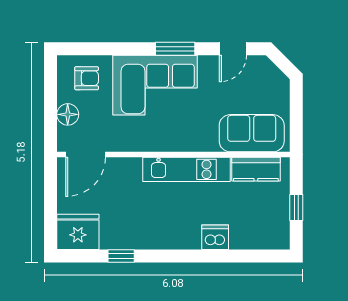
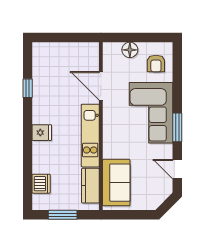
door: (86, 155) -> (101, 86), moved
window: (296, 208) -> (63, 215), width x1.50
fridge: (78, 232) -> (42, 133), moved, width x0.53, depth x0.75
dishwasher: (215, 237) -> (41, 184), moved

